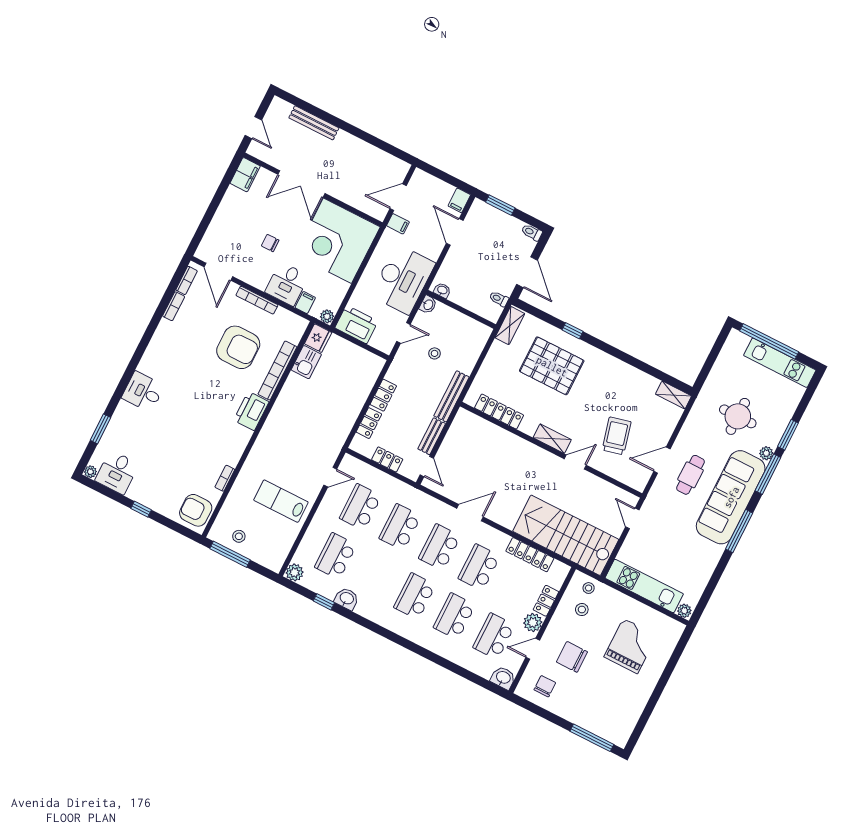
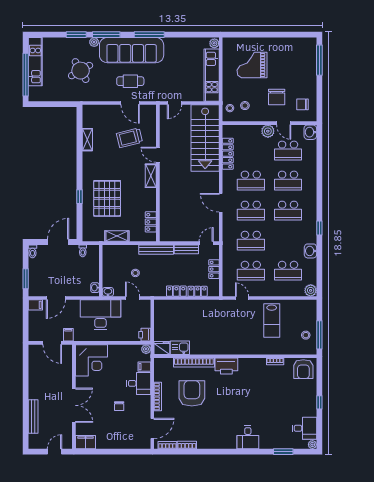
corner desk: (337, 241) -> (91, 360), width x0.74, depth x0.74
printer: (356, 325) -> (145, 335), width x0.53, depth x0.68
shelving: (510, 326) -> (117, 236), moved
shelving: (674, 395) -> (87, 140), moved
locker: (499, 412) -> (151, 222), width x0.66
round table: (738, 416) -> (81, 71), turned -30
locker: (546, 601) -> (251, 130), removed
window: (324, 602) -> (319, 228), moved

